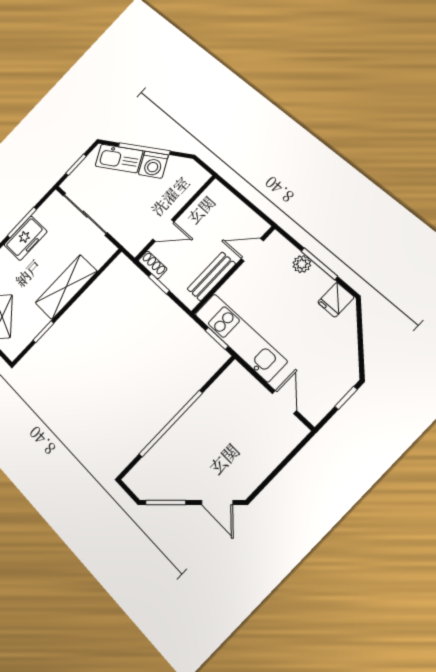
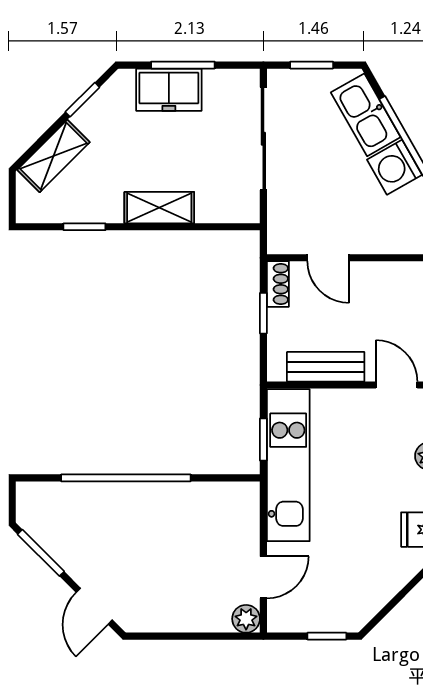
shelving: (66, 287) -> (159, 208), width x0.67, depth x0.75
plant: (297, 431) -> (246, 619), added

